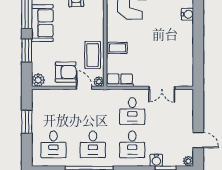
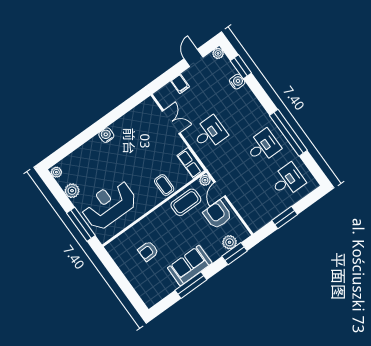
water cooler: (187, 14) -> (106, 135), moved
window: (27, 50) -> (235, 254), moved
plant: (38, 80) -> (229, 242), moved
filing cabinet: (186, 116) -> (180, 84), added
desk: (132, 144) -> (238, 112), removed

